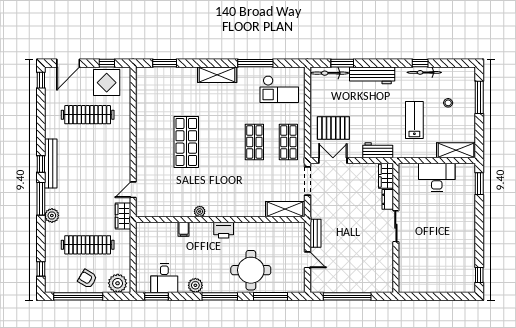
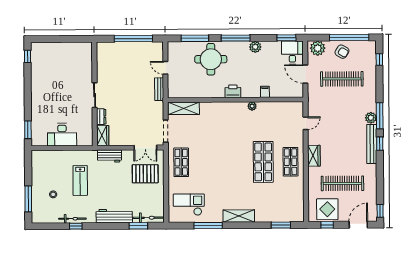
shop shelf: (254, 142) -> (291, 162), moved
shelving: (456, 150) -> (47, 156), removed
plant: (52, 215) -> (371, 118), moved
wardrobe: (123, 216) -> (314, 156), moved
door: (133, 251) -> (305, 74), added
desk: (164, 278) -> (292, 52), moved

